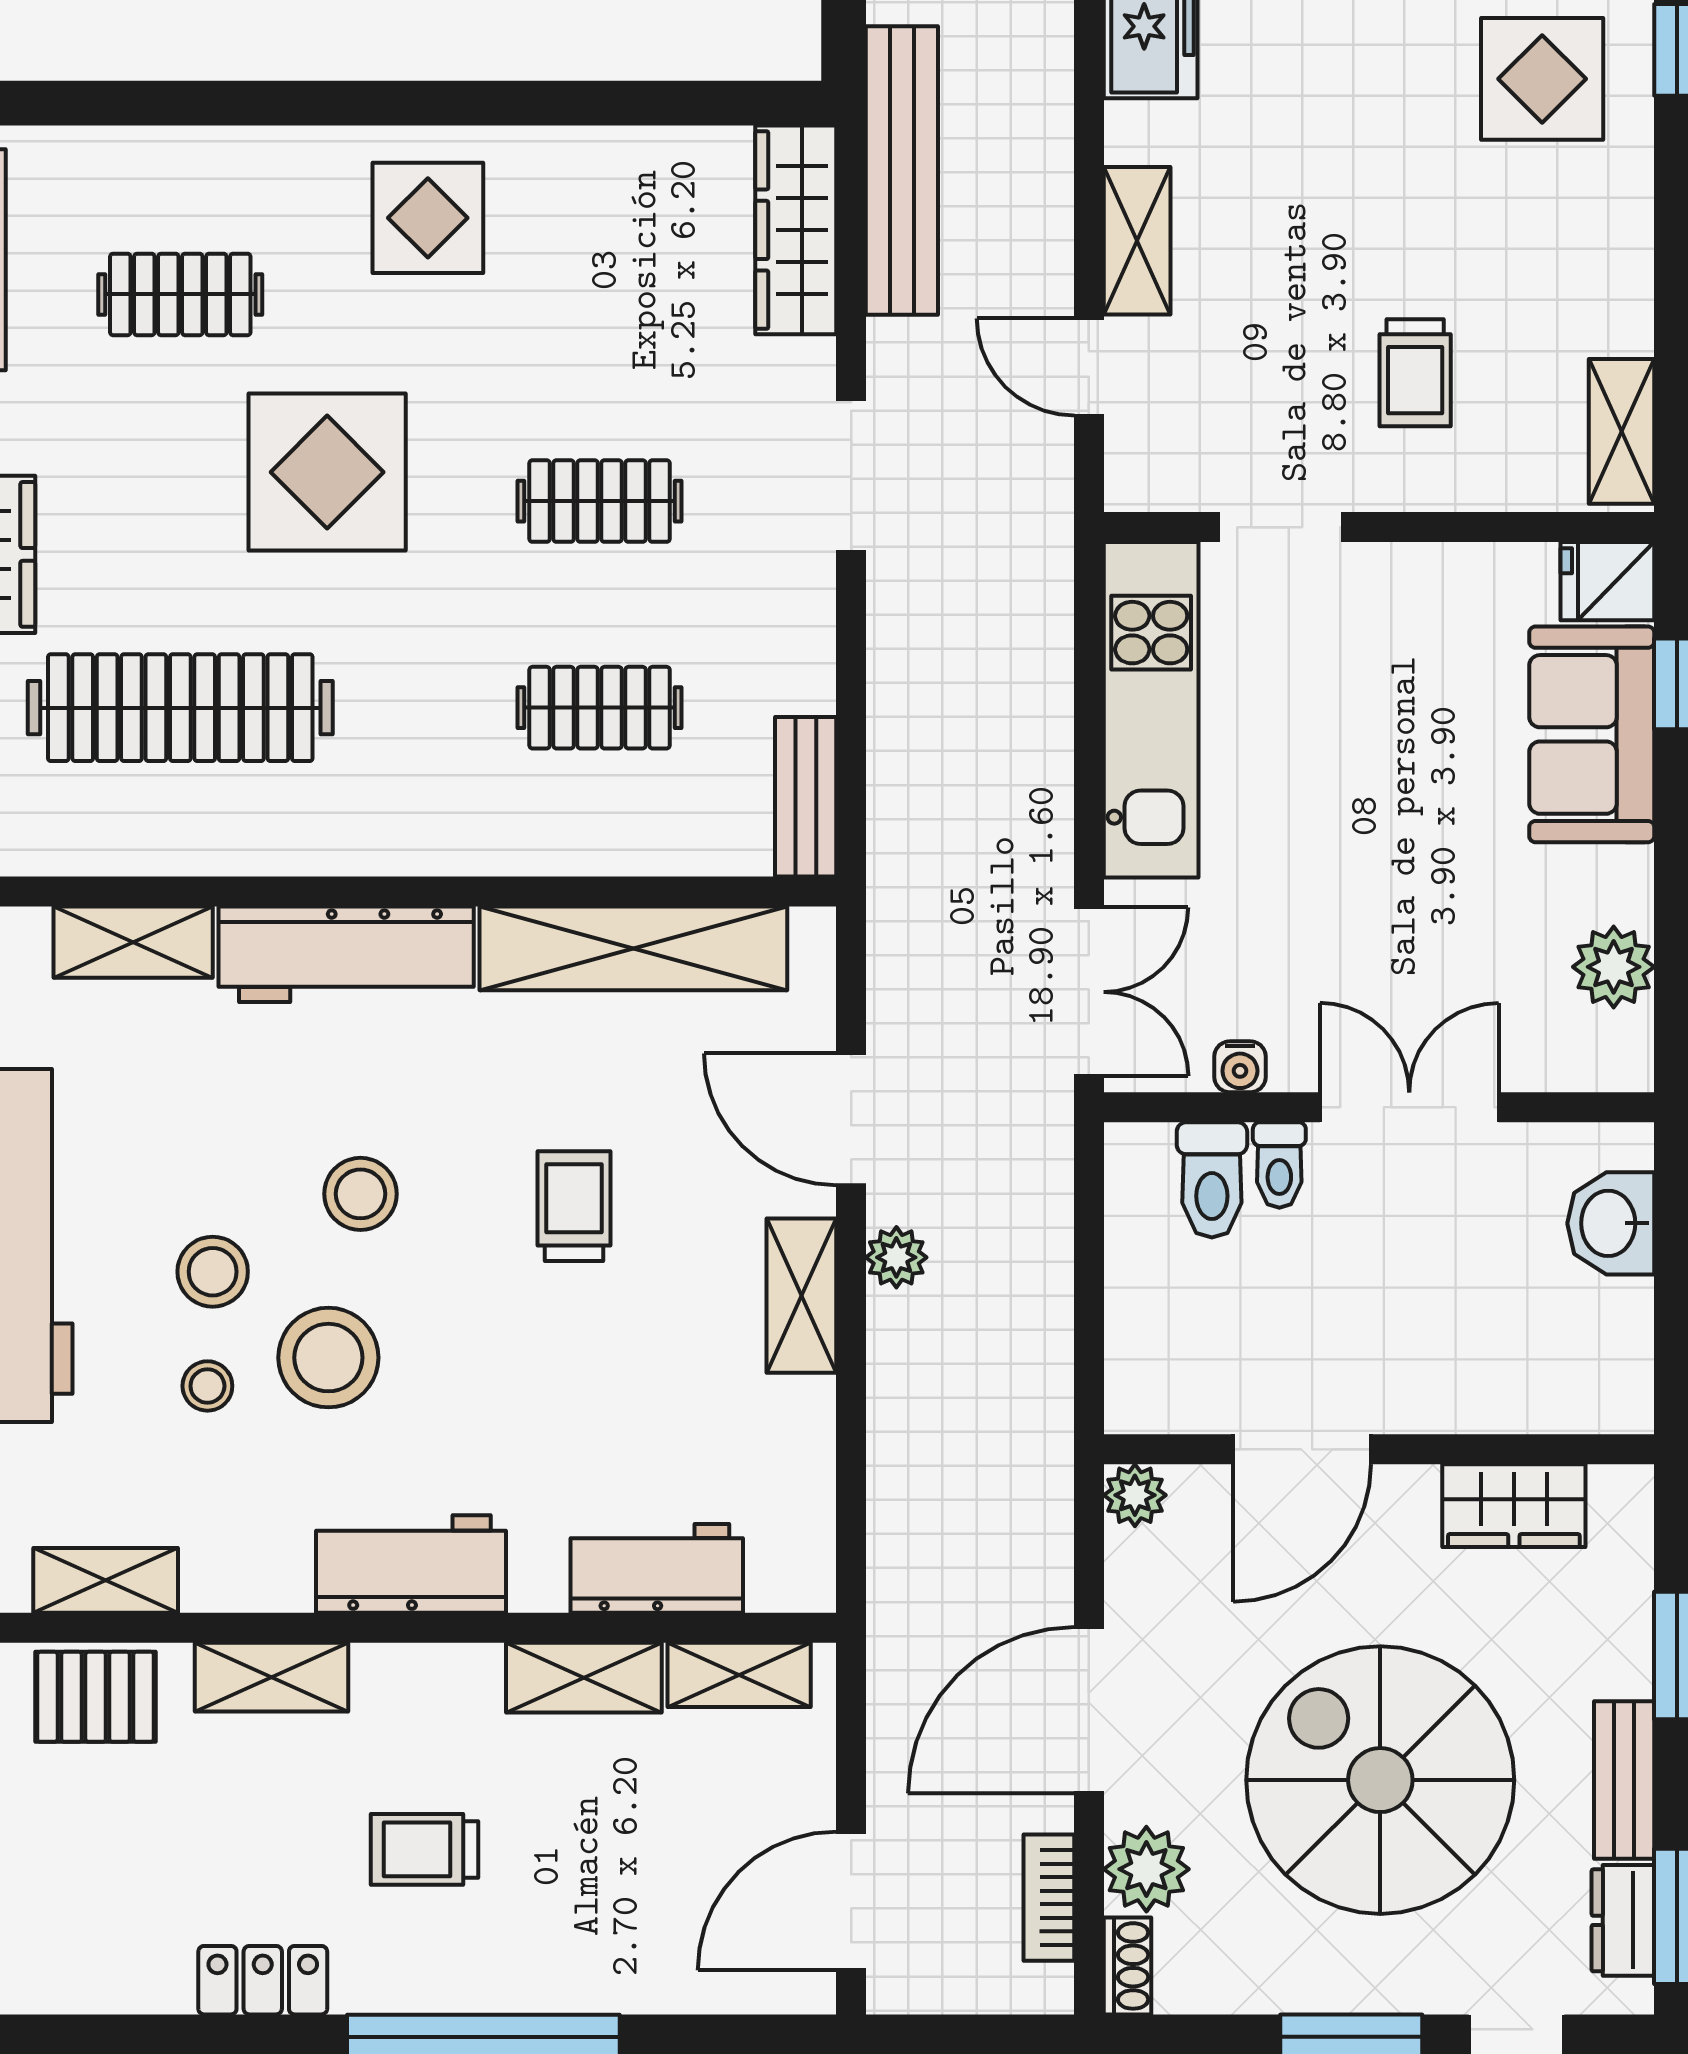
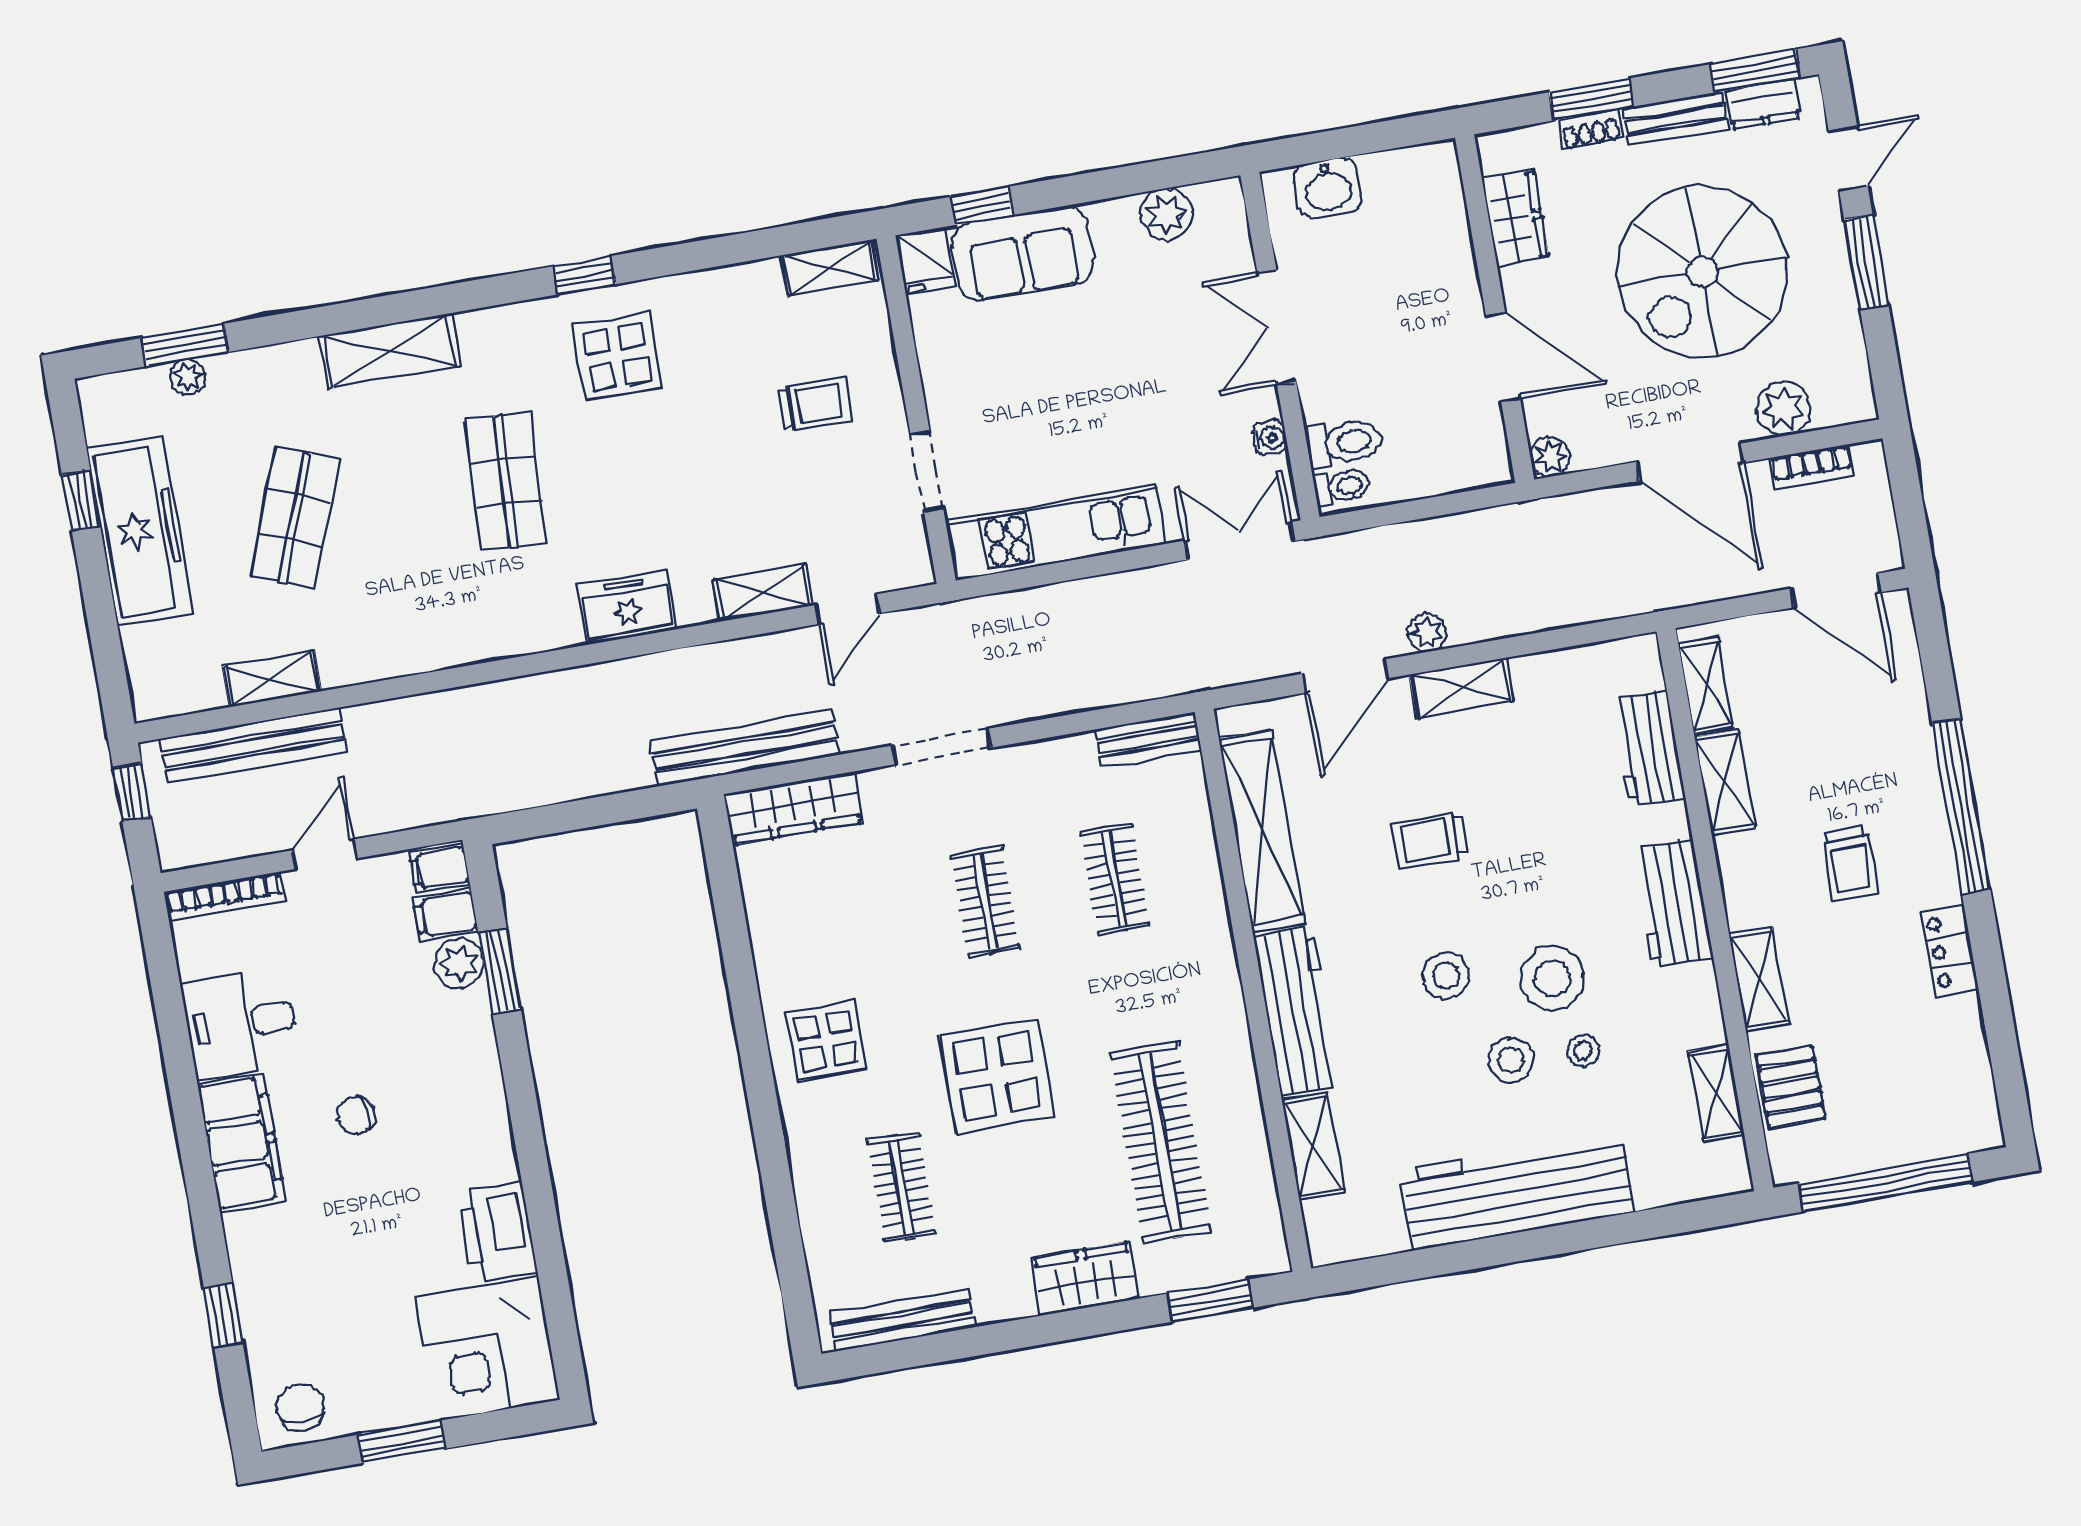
toilet: (1279, 1165) -> (1342, 487), moved
shoe rack: (1127, 1966) -> (1591, 129), moved, turned 180

